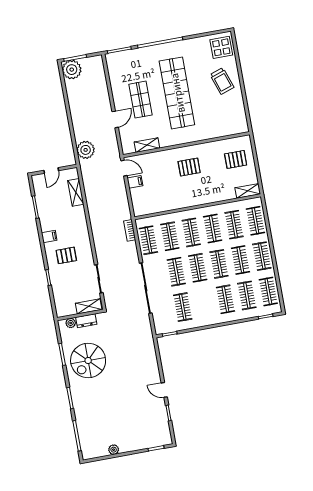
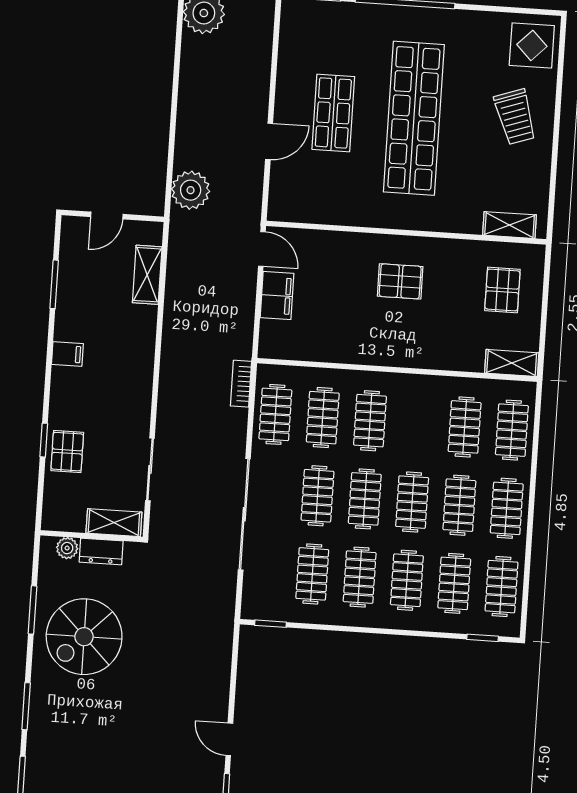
shelving: (147, 145) -> (510, 225), moved
pallet: (236, 159) -> (502, 290), turned 90
filing cabinet: (135, 182) -> (277, 296), width x2.00
clothes rail: (213, 229) -> (360, 577), moved
pallet: (66, 255) -> (67, 452), moved, turned 90

